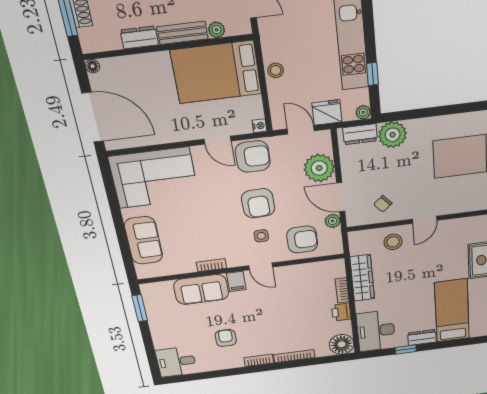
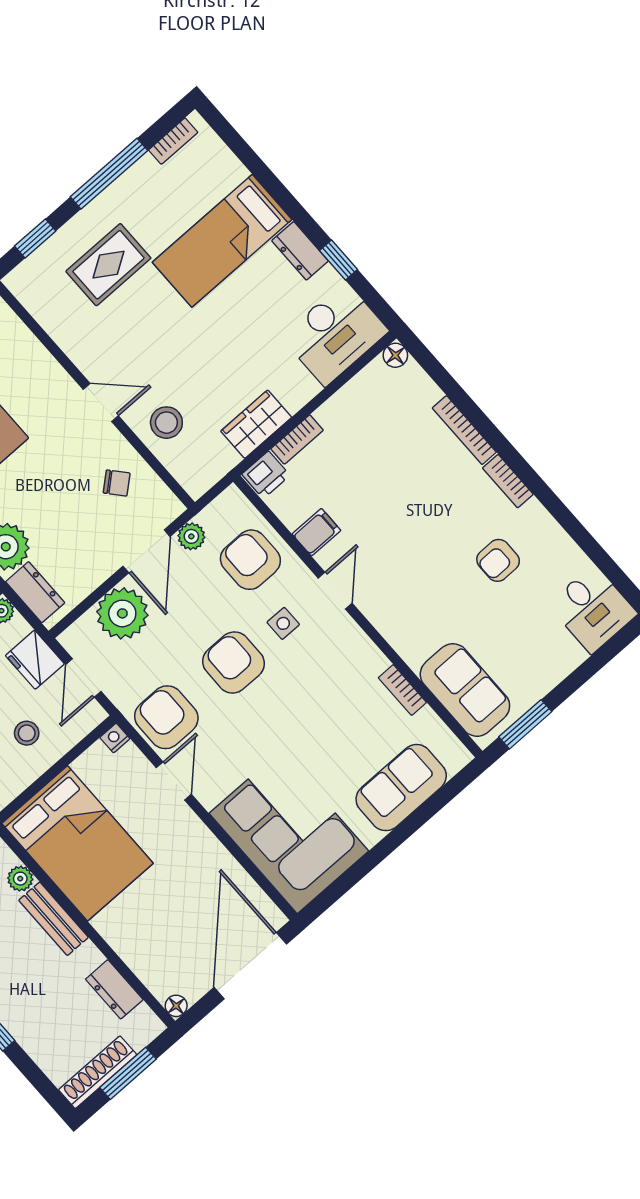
dresser: (139, 37) -> (114, 989), moved
stool: (276, 70) -> (27, 733), moved
armchair: (258, 203) -> (234, 662), turned -88
bookcase: (211, 265) -> (402, 690), moved
wardrobe: (362, 278) -> (256, 424), width x0.67
filing cabinet: (236, 281) -> (316, 532), moved
sofa: (201, 289) -> (465, 690), moved
printer: (341, 312) -> (266, 475), moved
floor lamp: (342, 344) -> (395, 355), width x0.53, depth x0.53

